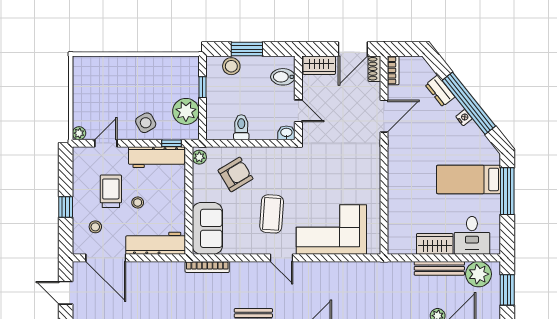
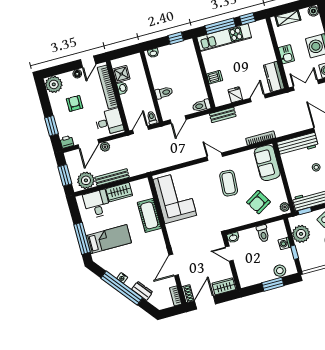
bidet: (283, 77) -> (245, 273), removed
washing machine: (214, 104) -> (284, 243), added
cot: (400, 198) -> (149, 215), added
corner sofa: (331, 230) -> (175, 197), moved, turned -90

